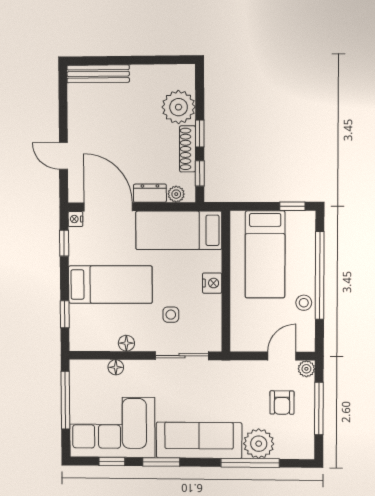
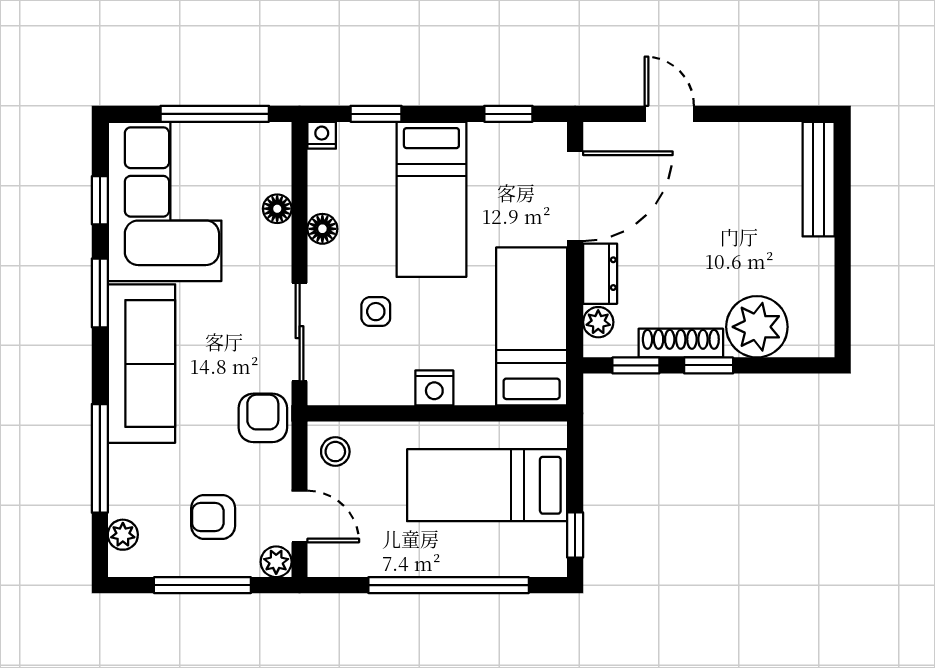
door: (63, 156) -> (669, 114), hinge flipped
nightstand: (75, 219) -> (322, 135), moved
stool: (304, 303) -> (335, 452), moved
armchair: (228, 376) -> (263, 418), added
plant: (259, 444) -> (123, 535), moved, width x0.53, depth x0.53

